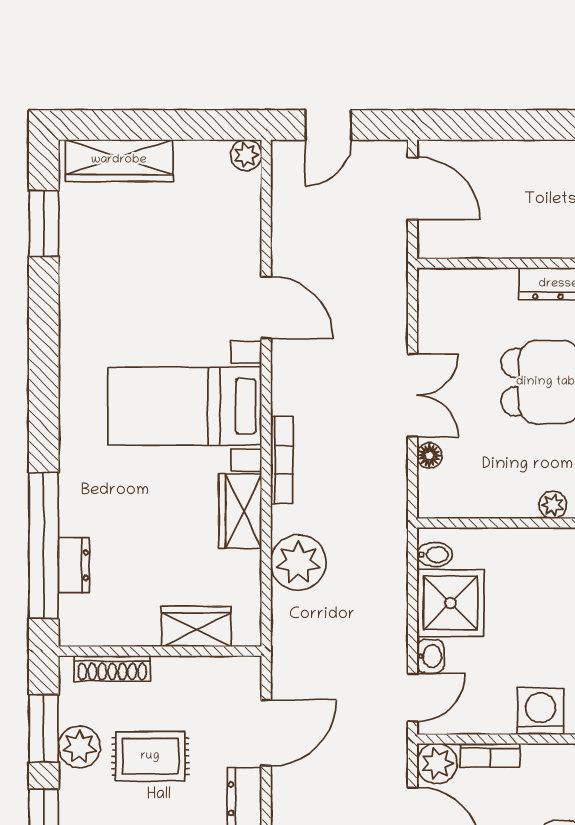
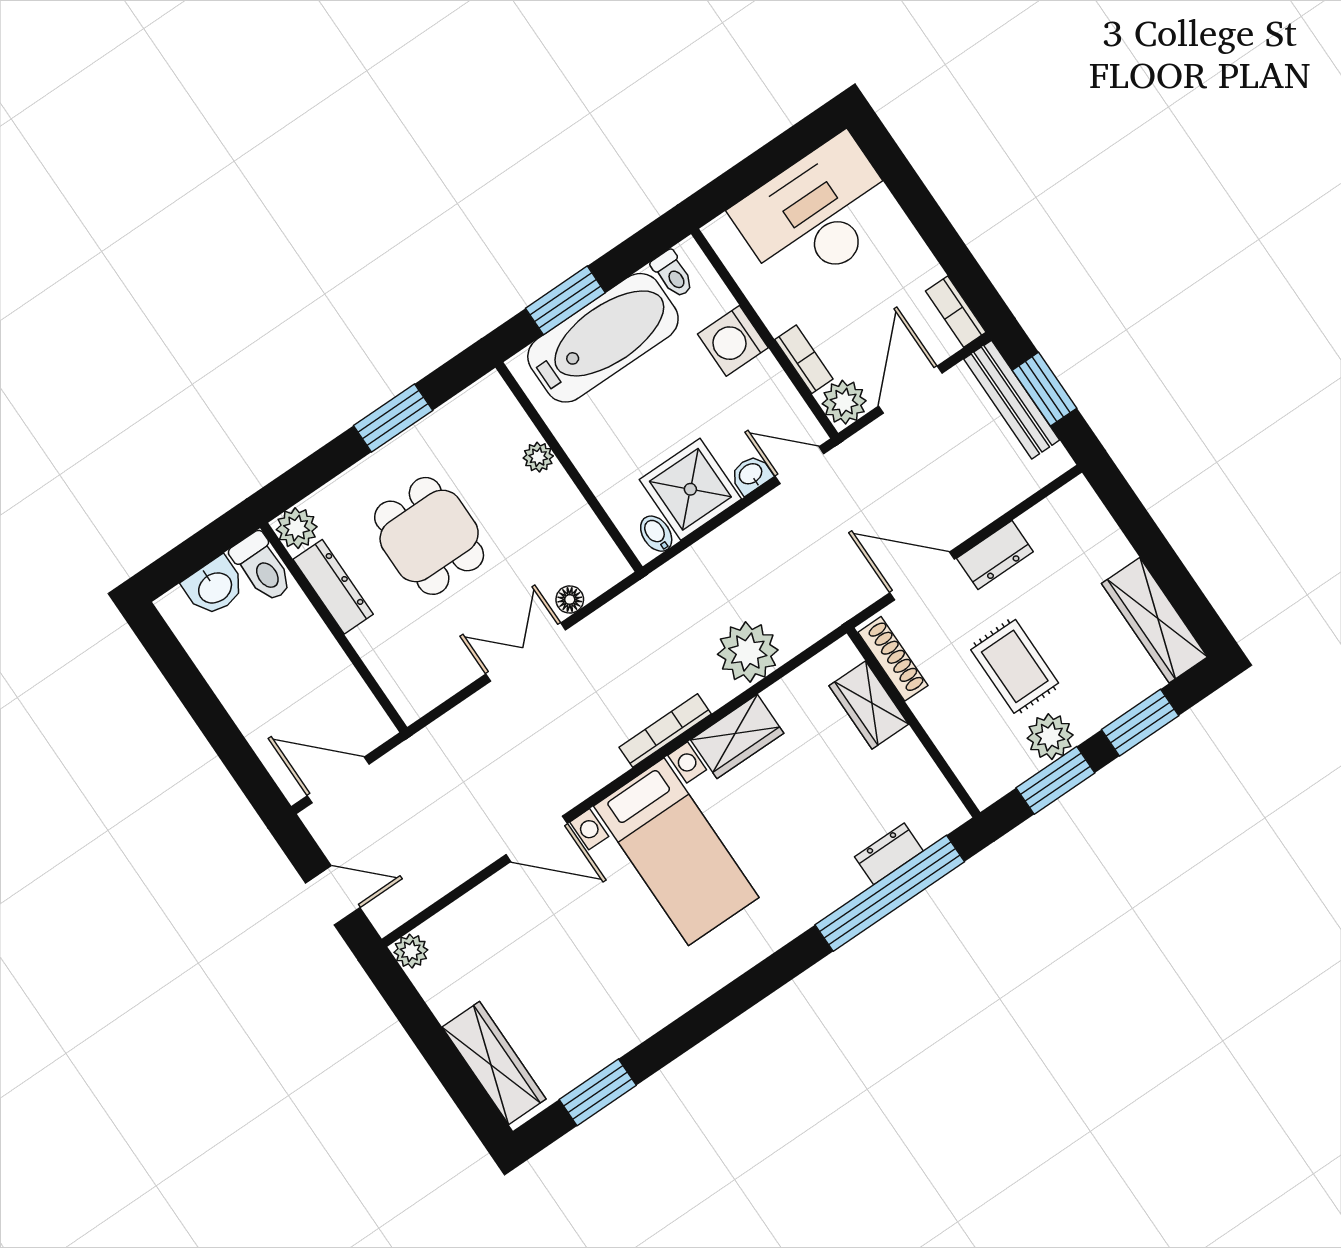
door: (412, 188) -> (338, 780), hinge flipped
door: (266, 308) -> (537, 839), swing flipped
shoe rack: (112, 668) -> (893, 659), moved

